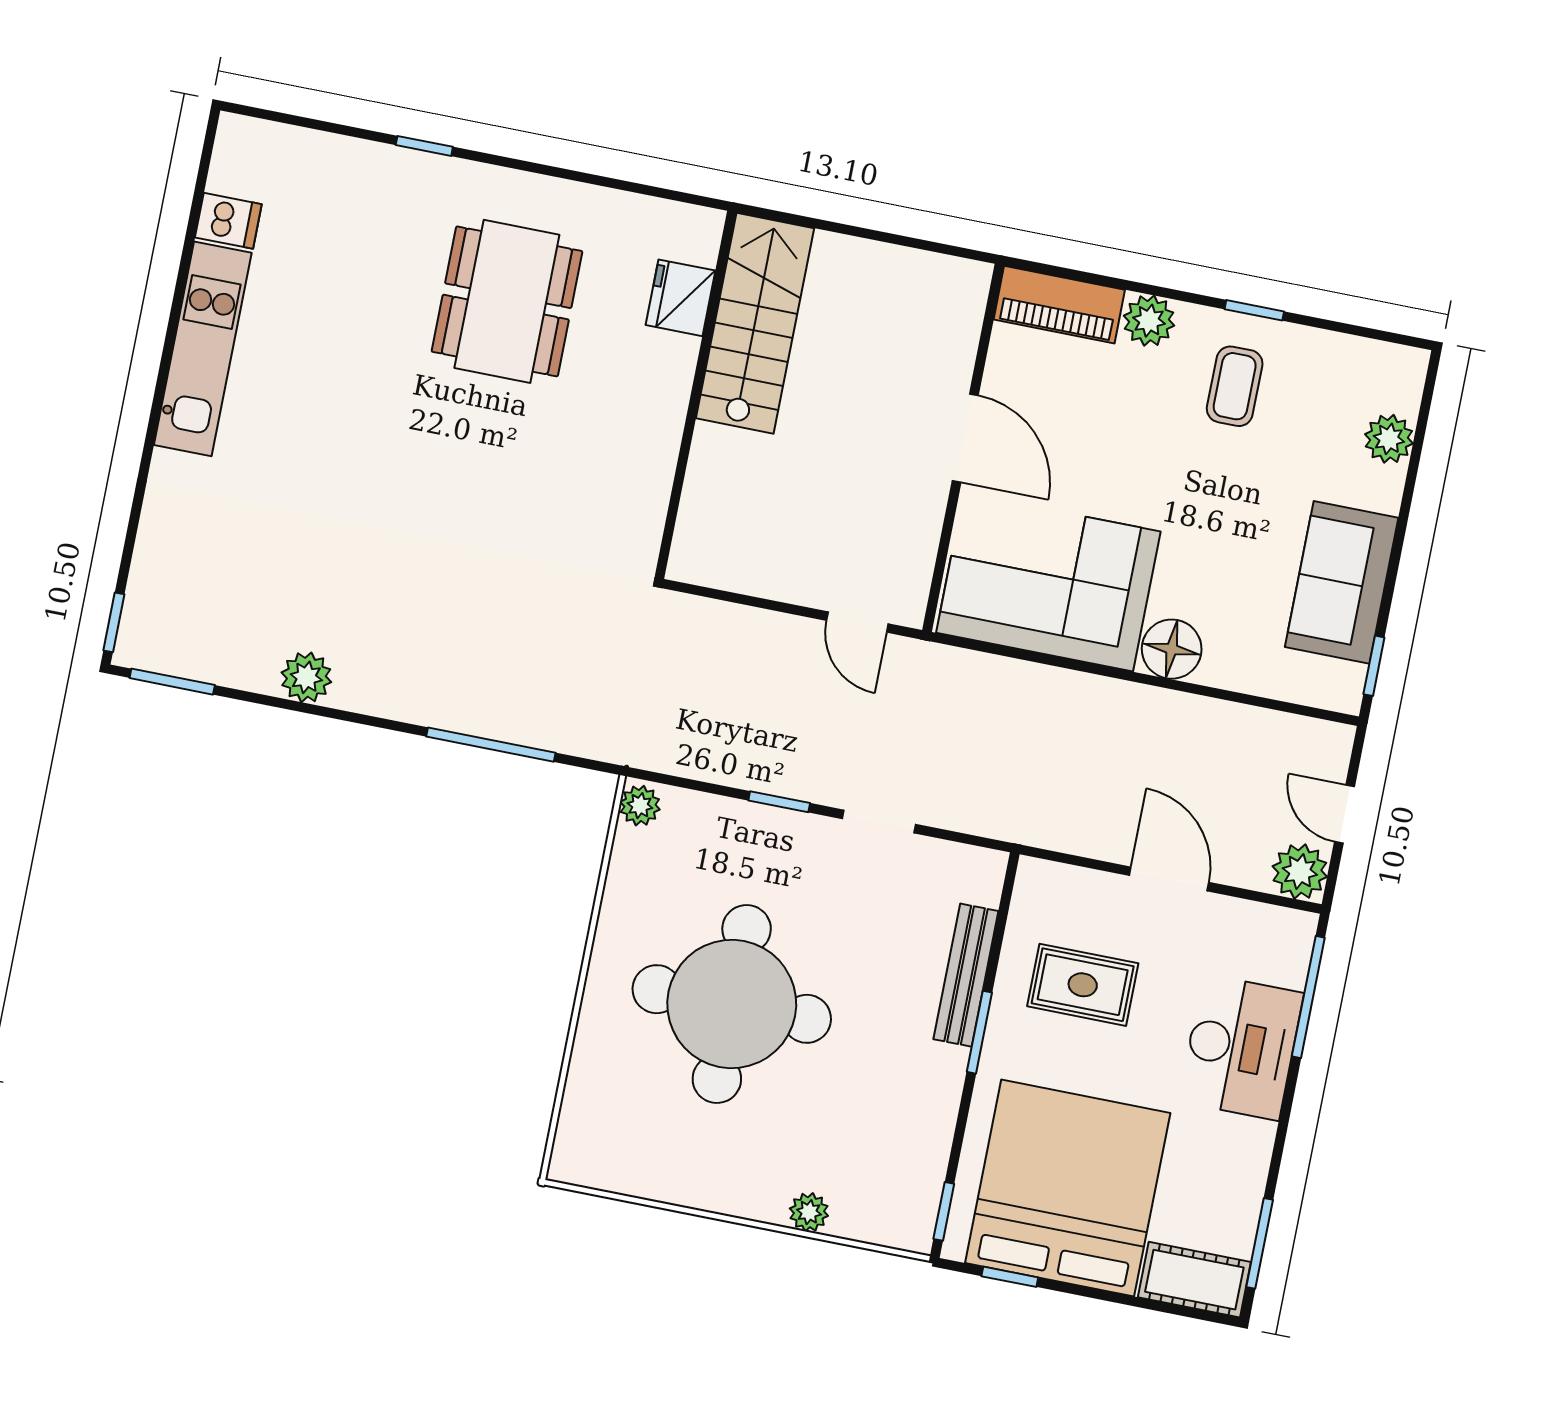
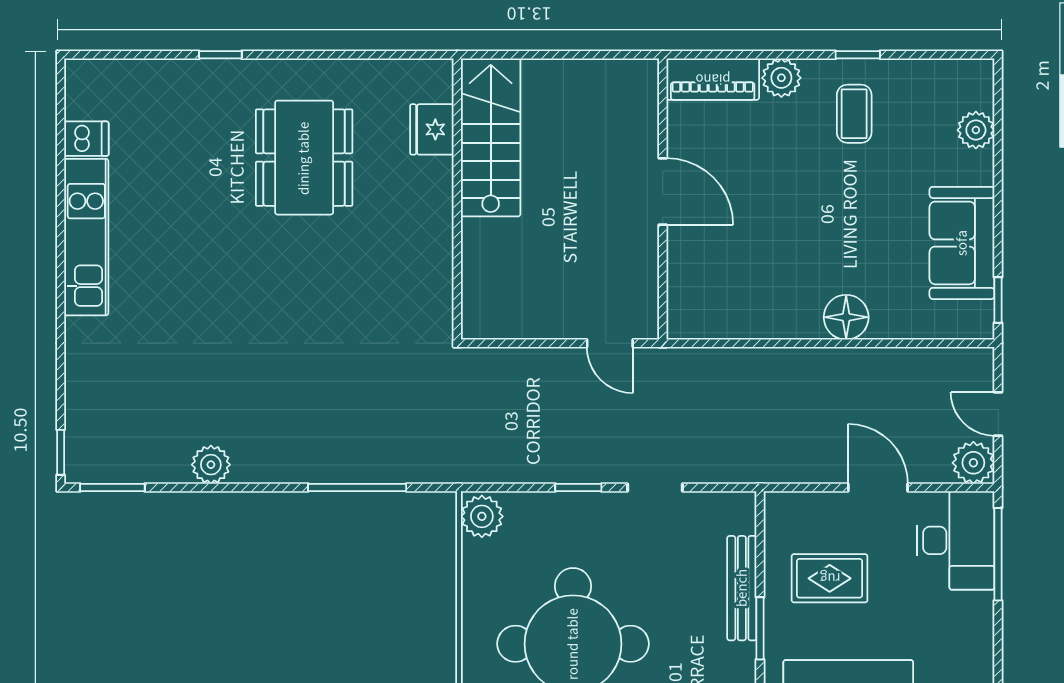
corner sofa: (1048, 582) -> (745, 286), removed
plant: (640, 806) -> (482, 516), width x1.38, depth x1.38
desk: (1241, 1047) -> (956, 540), moved

